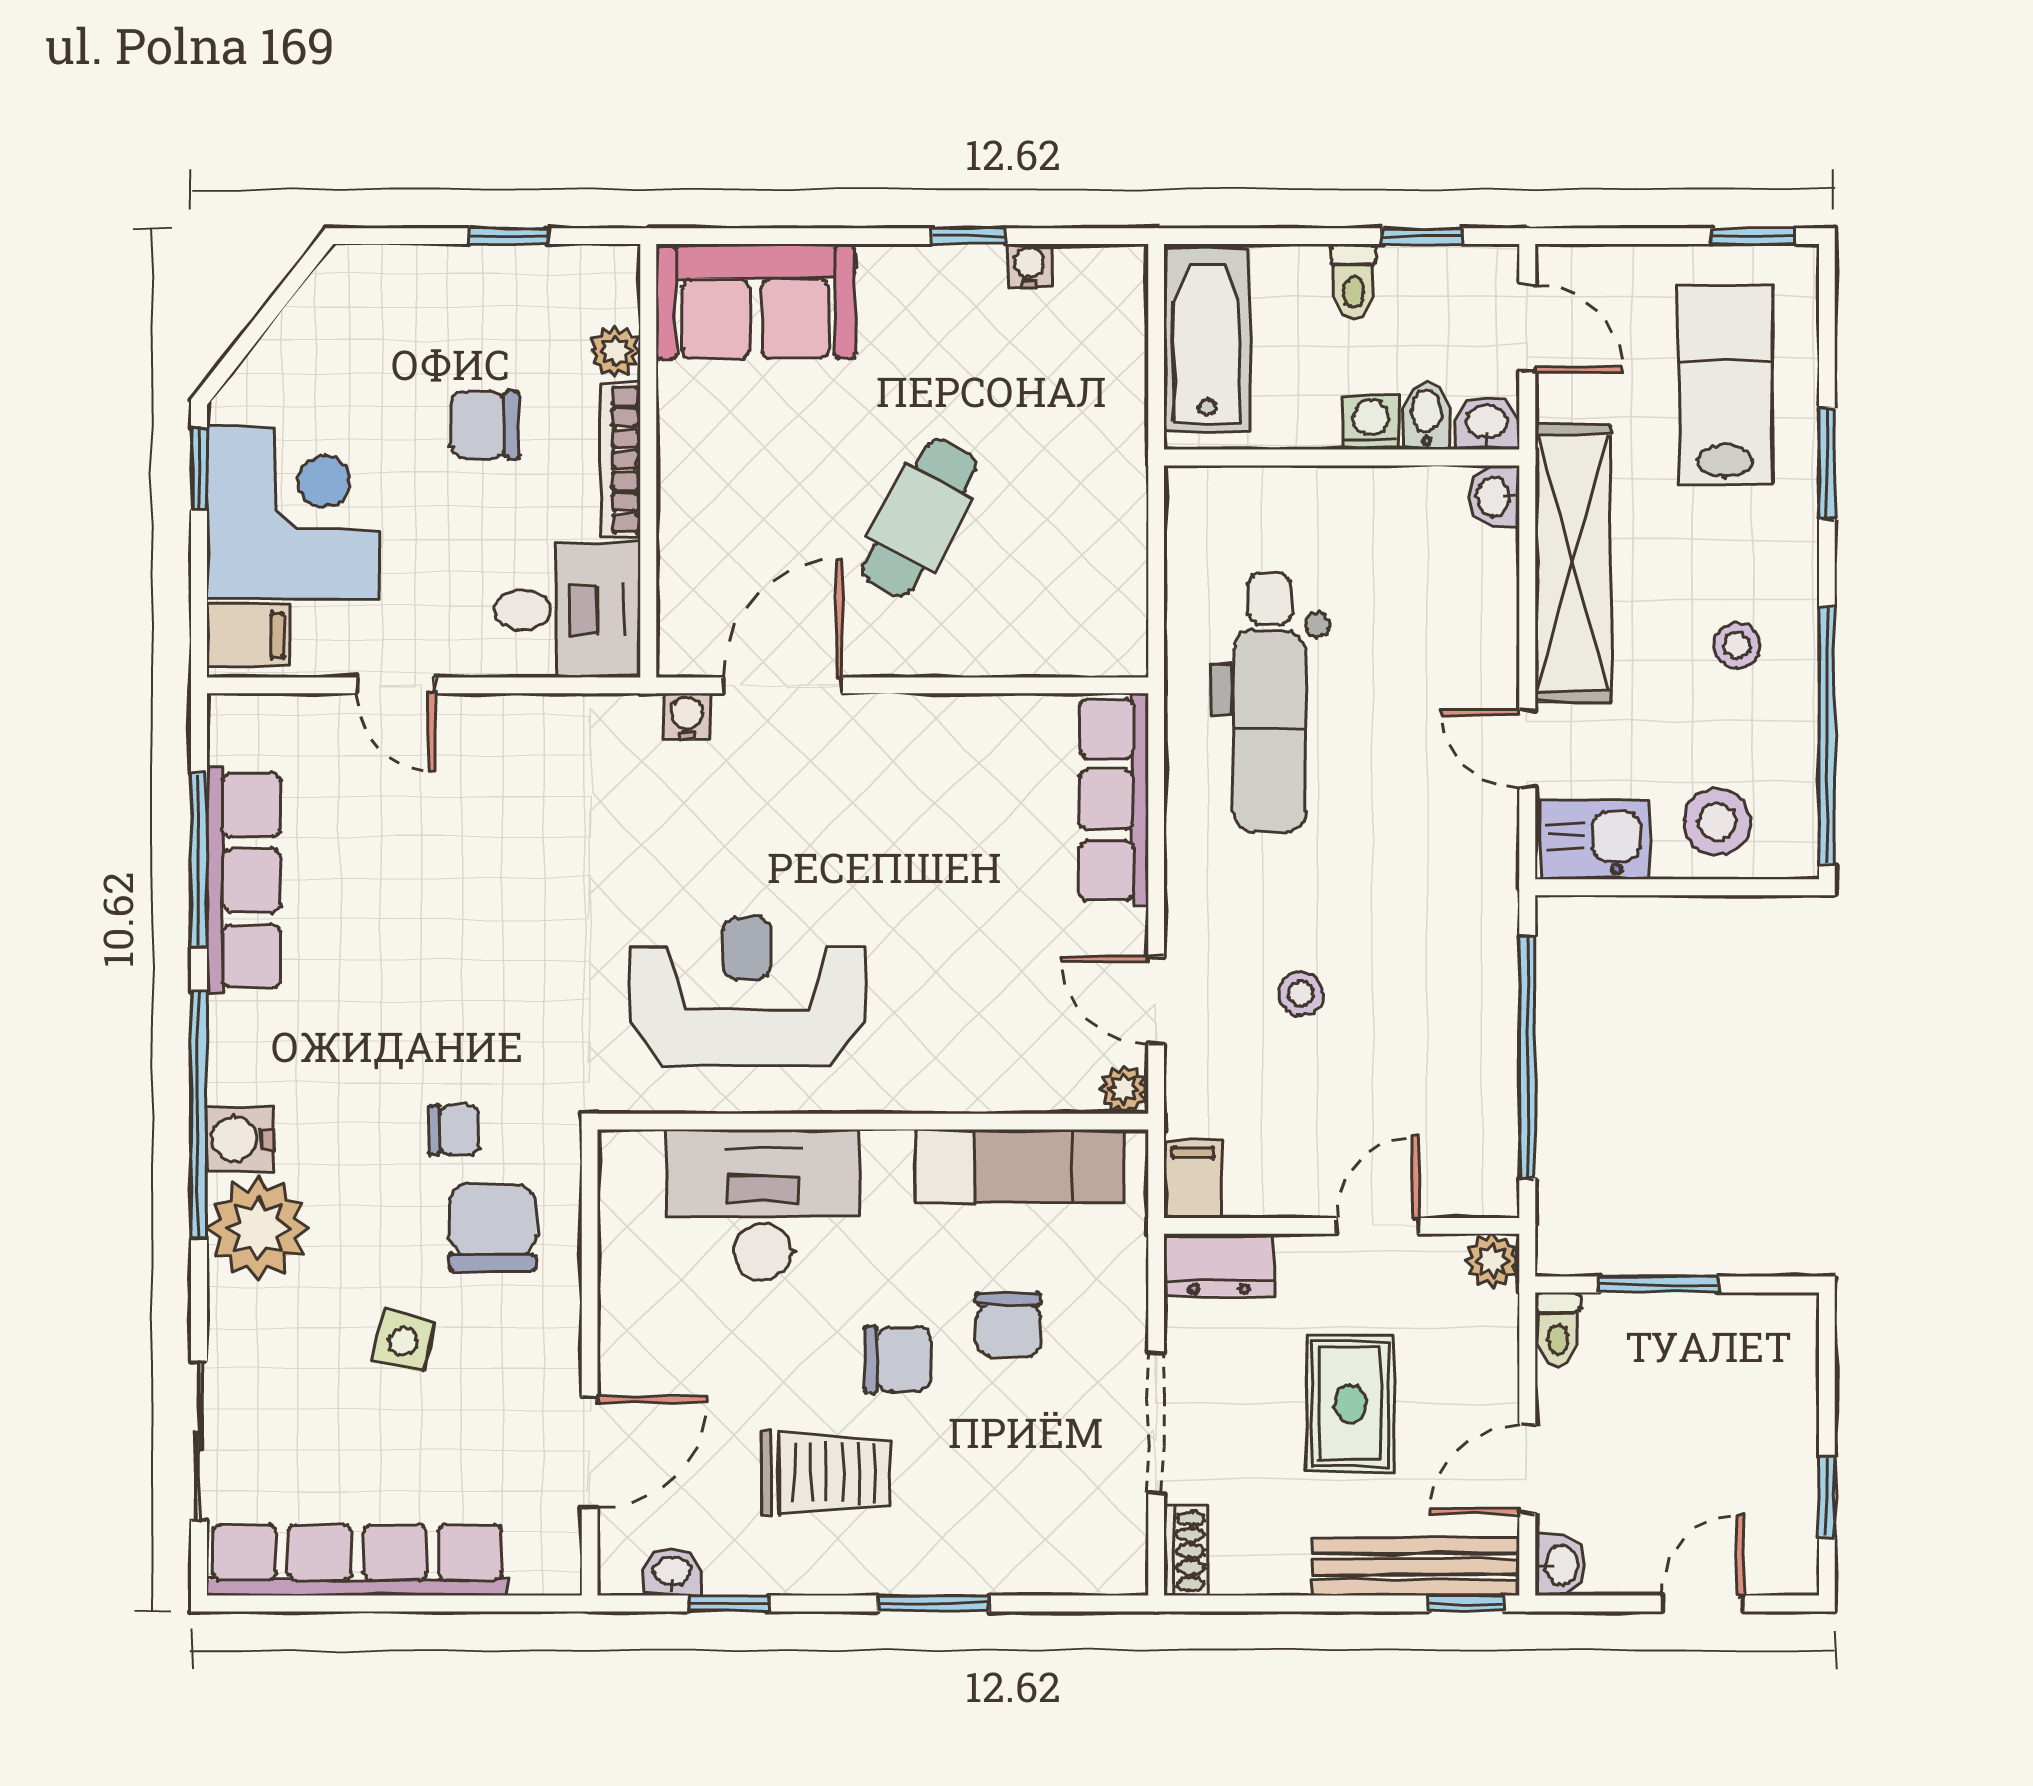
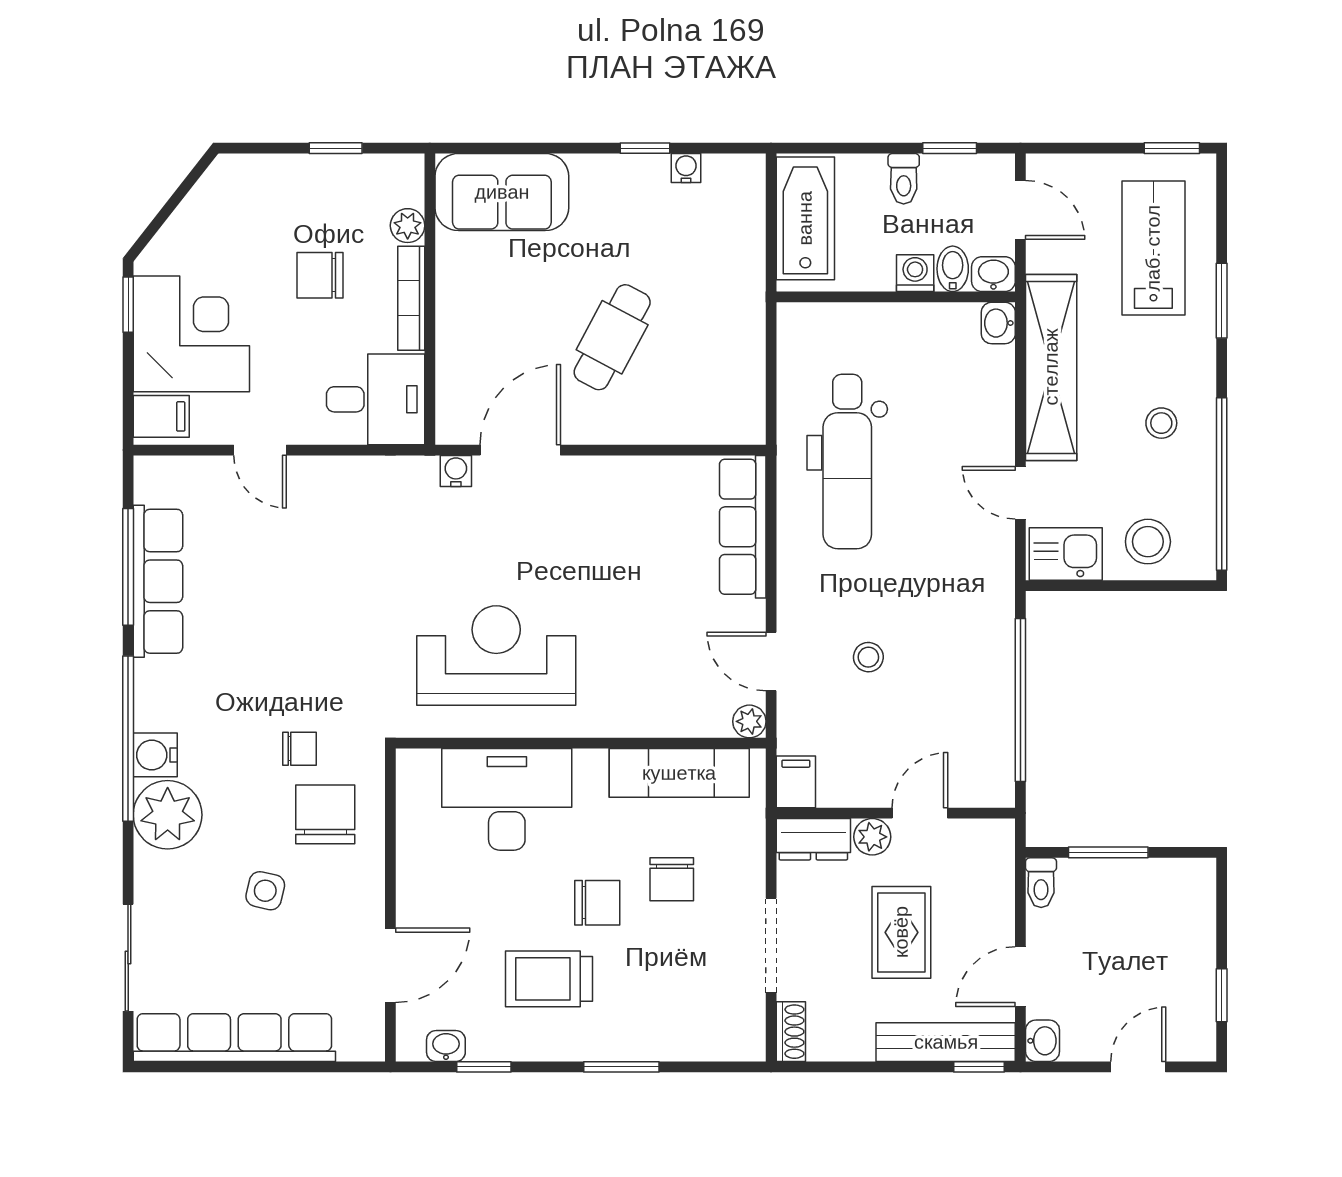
plant: (1492, 1261) -> (872, 837), moved
trolley: (826, 1473) -> (549, 979), turned 180

